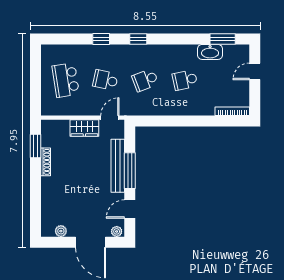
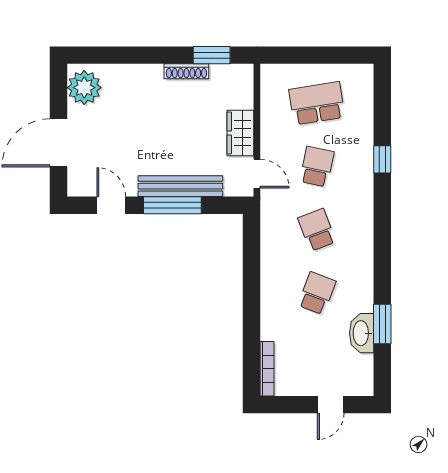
window: (138, 39) -> (382, 219), removed
window: (223, 39) -> (382, 324), moved
door: (255, 71) -> (331, 405), swing flipped
school desk: (185, 80) -> (317, 293), turned 33
plant: (61, 231) -> (84, 88), width x1.88, depth x1.88
plant: (117, 231) -> (76, 184), removed

